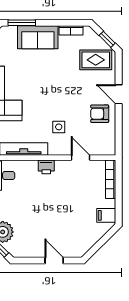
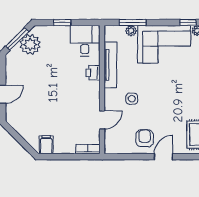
printer: (46, 167) -> (93, 73), moved
bookcase: (111, 179) -> (88, 149), width x0.64

